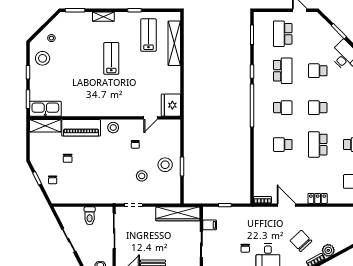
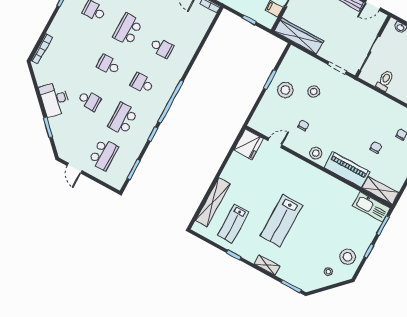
lab bench: (111, 58) -> (281, 221), width x1.36, depth x1.39
school desk: (318, 108) -> (108, 65), turned 180
school desk: (318, 145) -> (128, 29), turned 180

